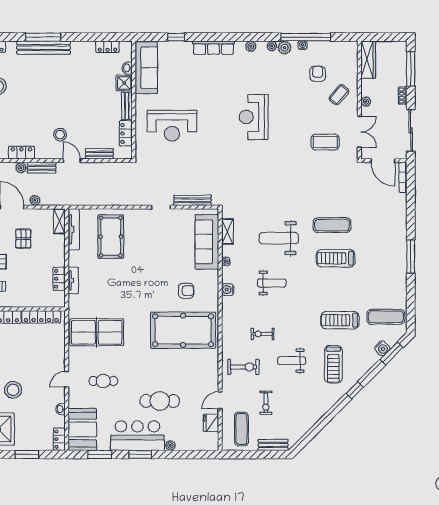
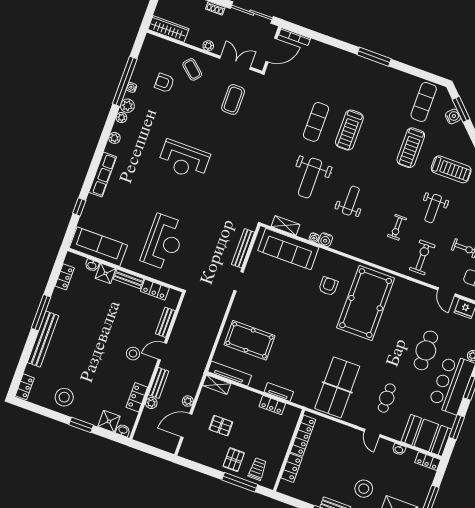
window: (43, 37) -> (41, 313), moved
water cooler: (228, 290) -> (326, 240), moved

